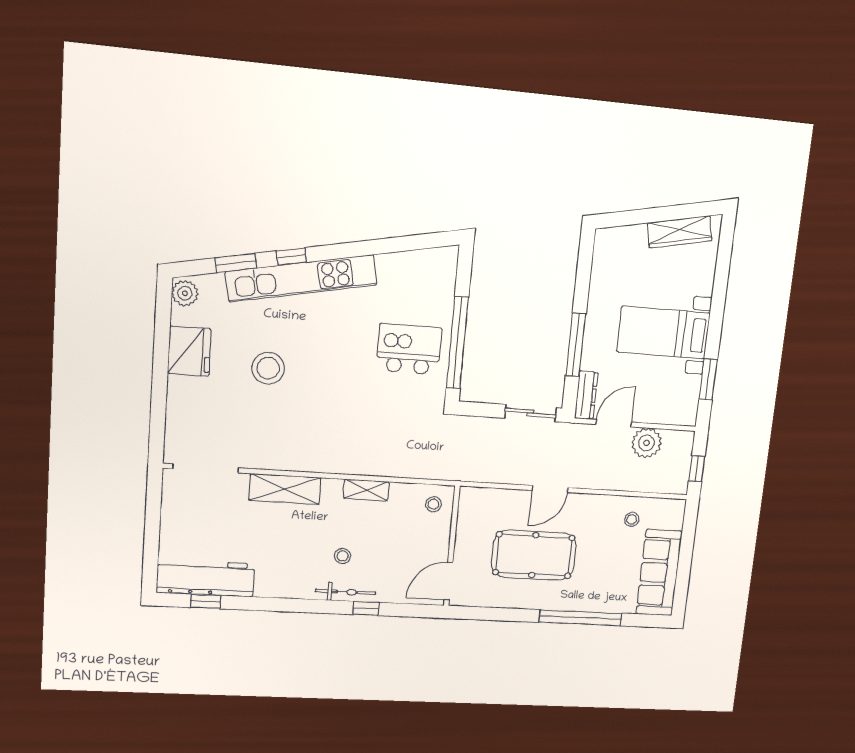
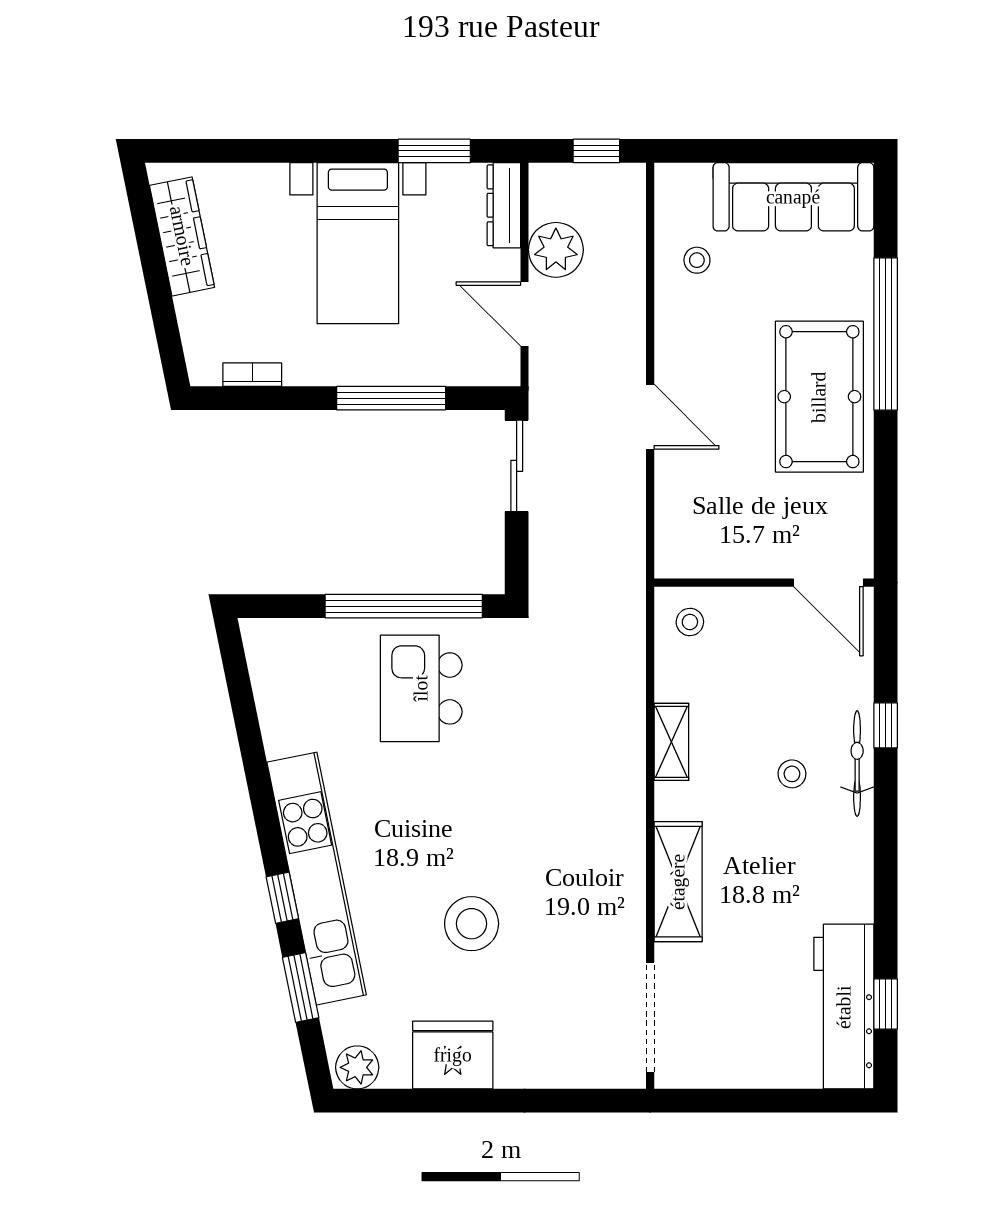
bookcase: (598, 266) -> (252, 375), added
dresser: (586, 395) -> (504, 205), moved, turned -90
pool table: (534, 555) -> (819, 397), moved

